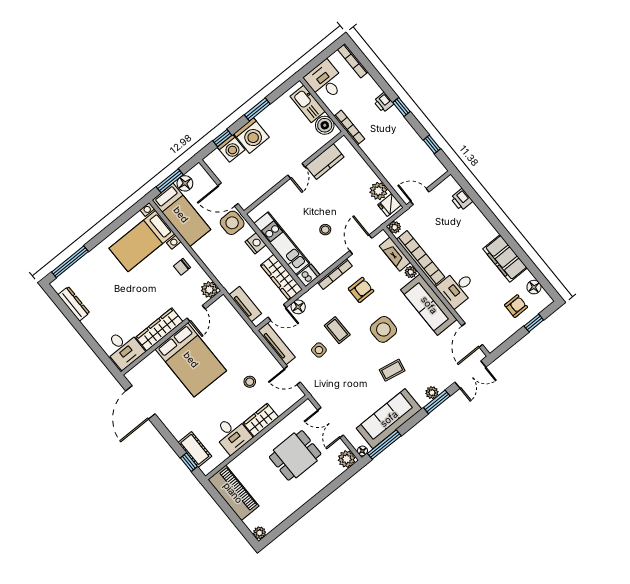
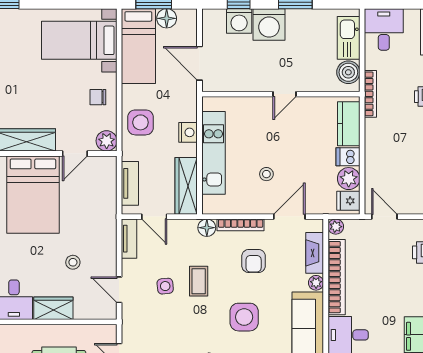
kitchen counter: (325, 162) -> (349, 124), moved, turned 90
side table: (232, 223) -> (140, 122), moved
dishwasher: (308, 275) -> (348, 157), moved, turned 180
armchair: (361, 290) -> (254, 261), turned 90
floor lamp: (298, 307) -> (207, 228), moved
tv unit: (277, 344) -> (129, 239), width x0.71

